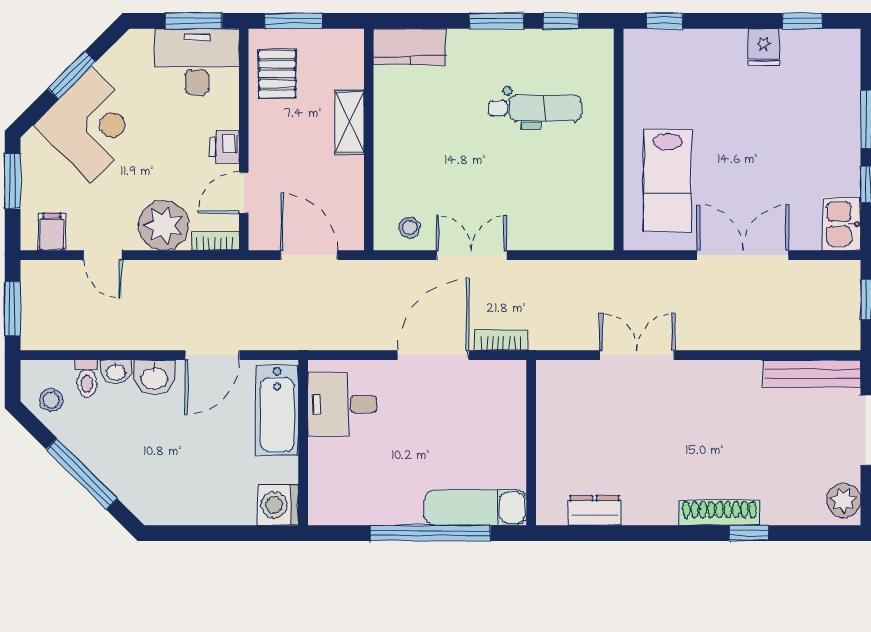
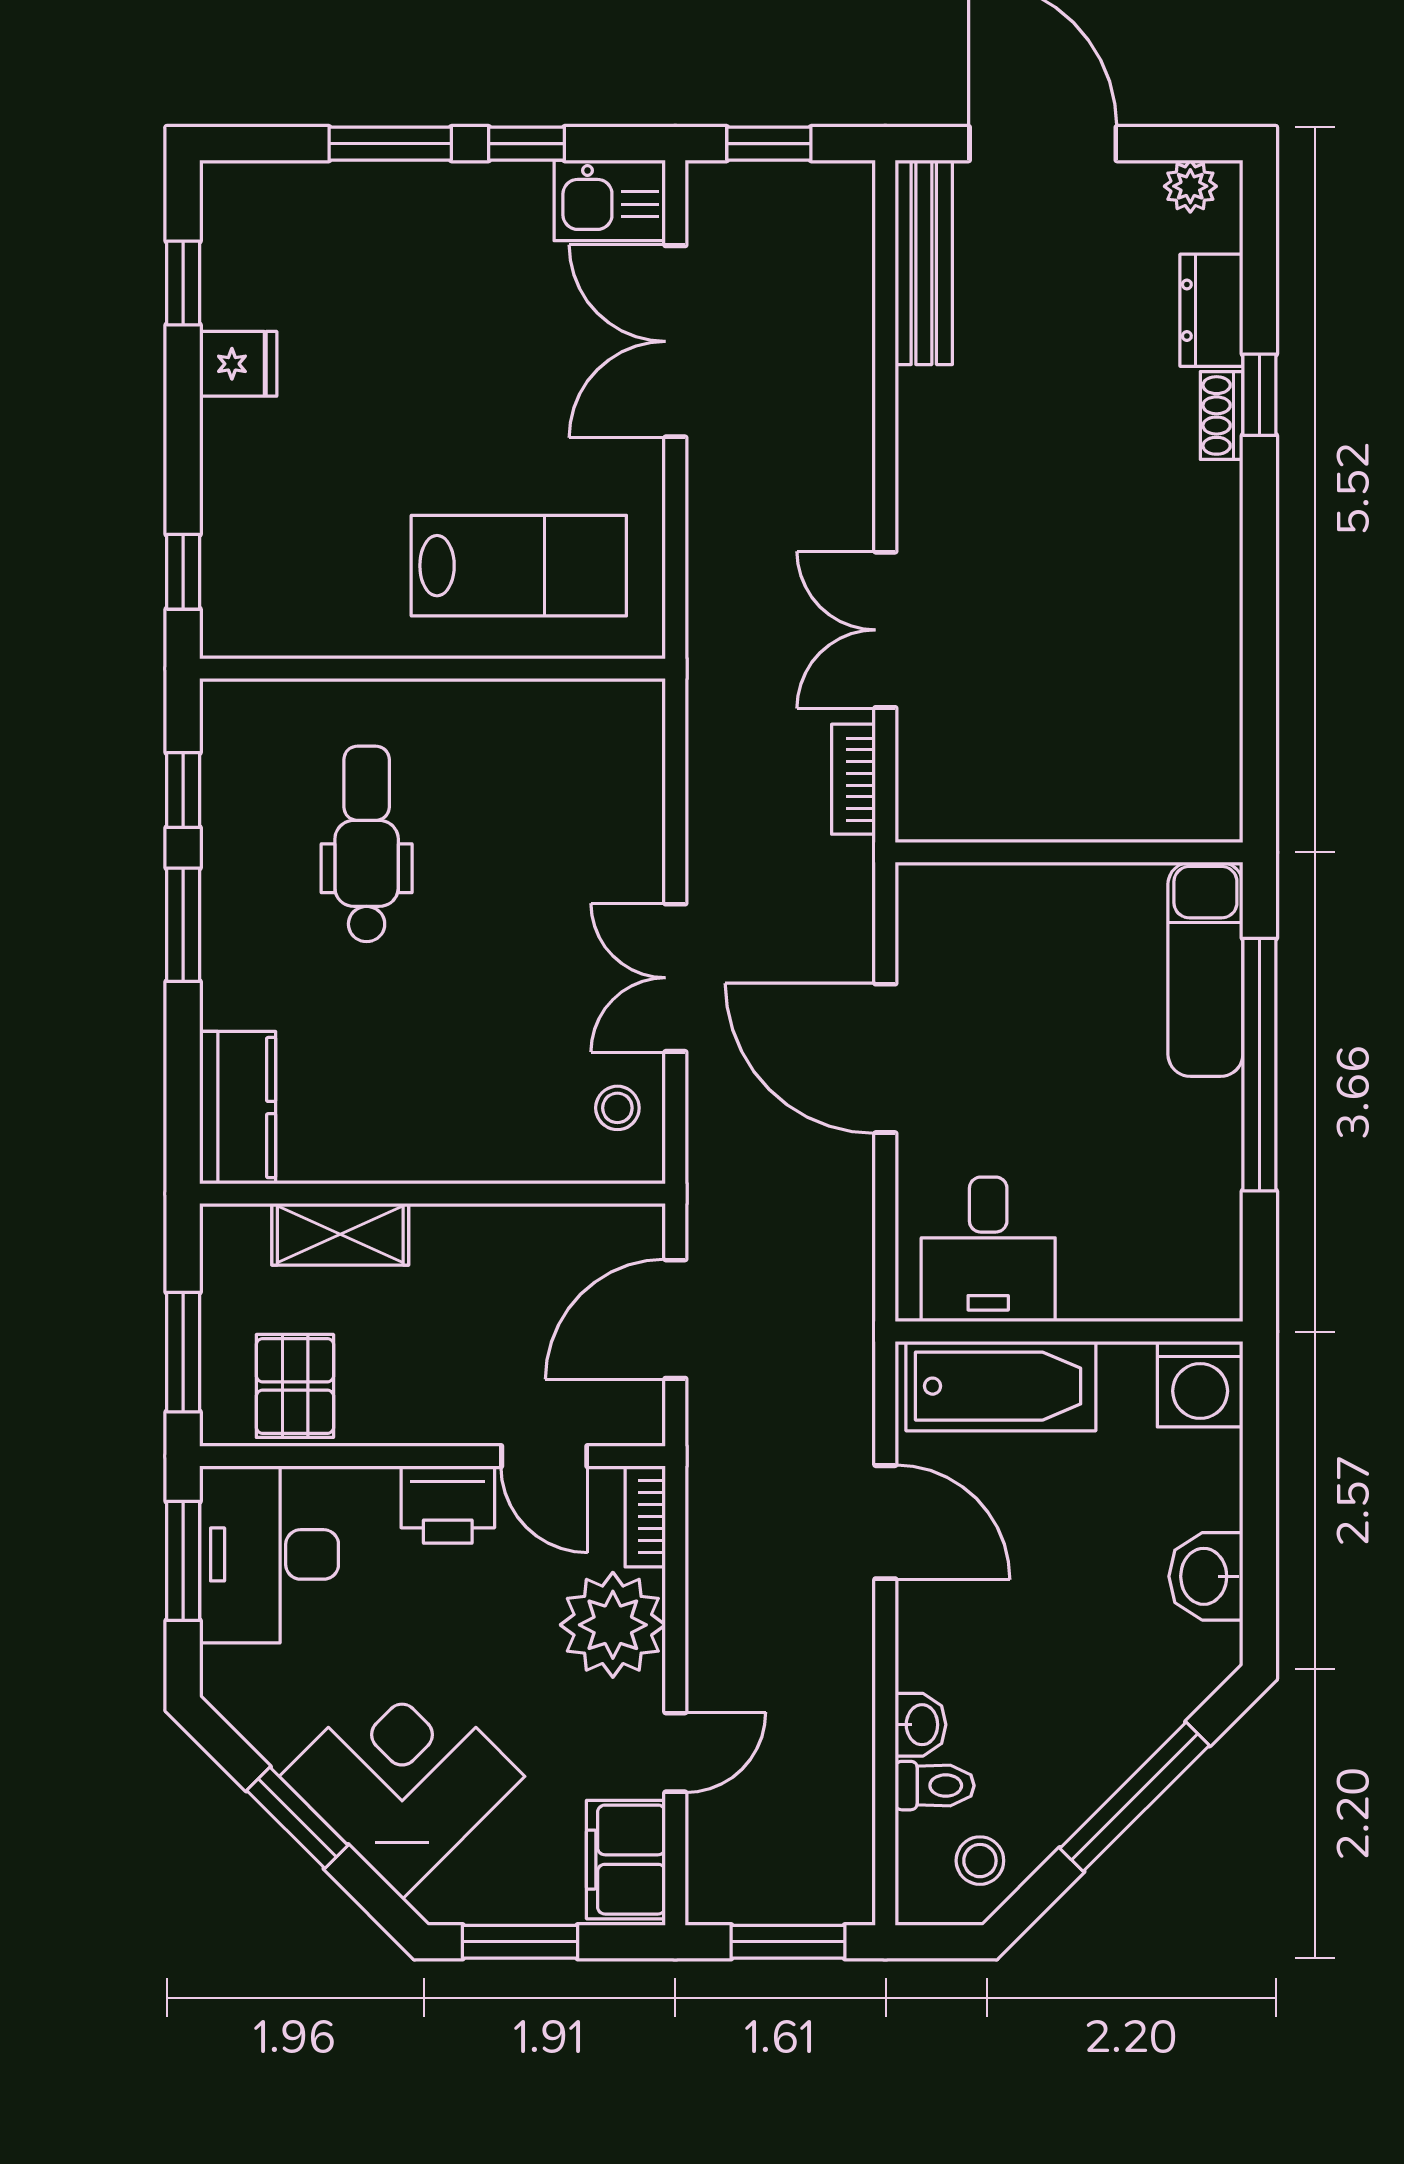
pallet: (277, 74) -> (295, 1386), turned 90
shelving: (349, 122) -> (340, 1234), moved
printer: (224, 147) -> (448, 1505), width x1.36, depth x1.24
filing cabinet: (52, 232) -> (626, 1860), width x2.00
double door: (743, 255) -> (675, 341), moved
bookcase: (501, 340) -> (853, 779), moved
washbasin: (154, 377) -> (1206, 1576), moved, turned 180
plant: (844, 500) -> (1190, 186), width x0.73, depth x0.73
dresser: (595, 510) -> (1211, 310), moved
shoe rack: (719, 513) -> (1222, 415), width x0.51, depth x0.81

